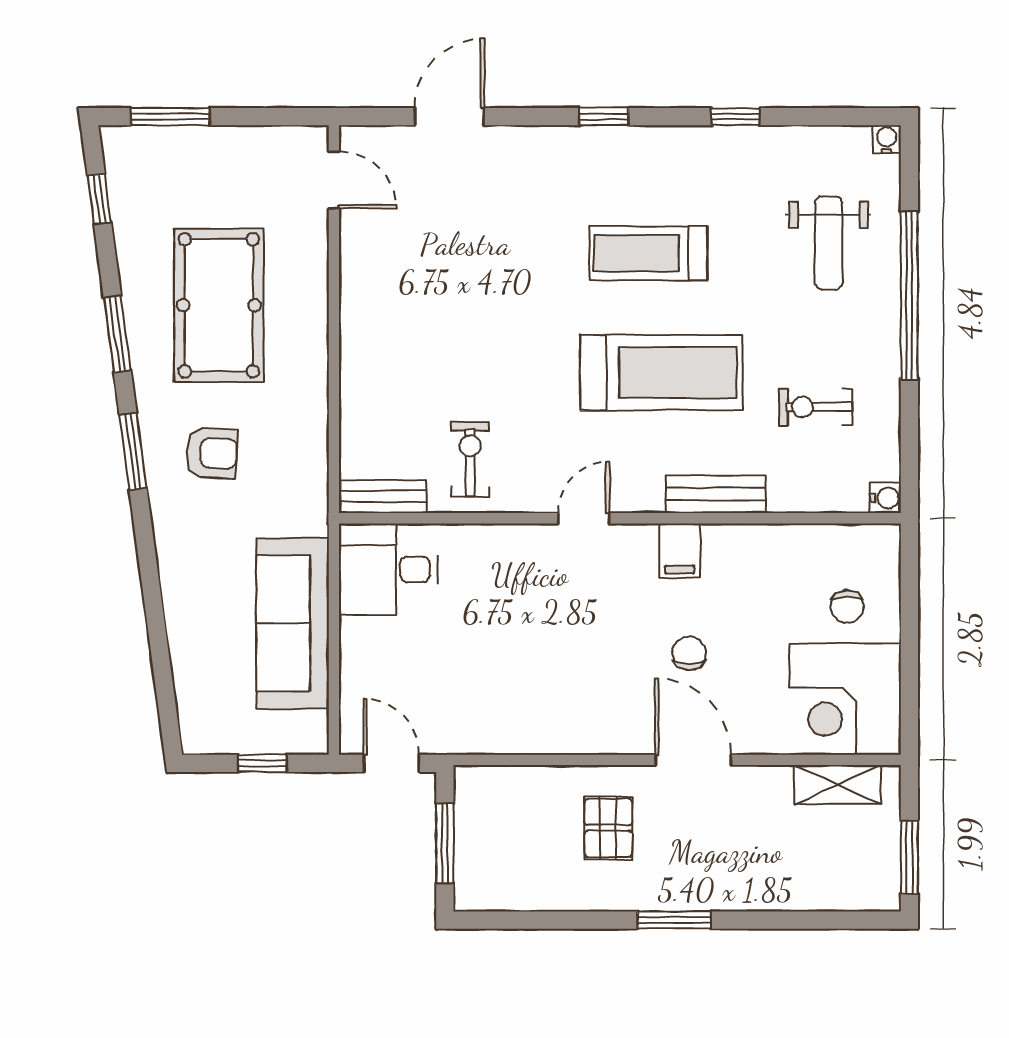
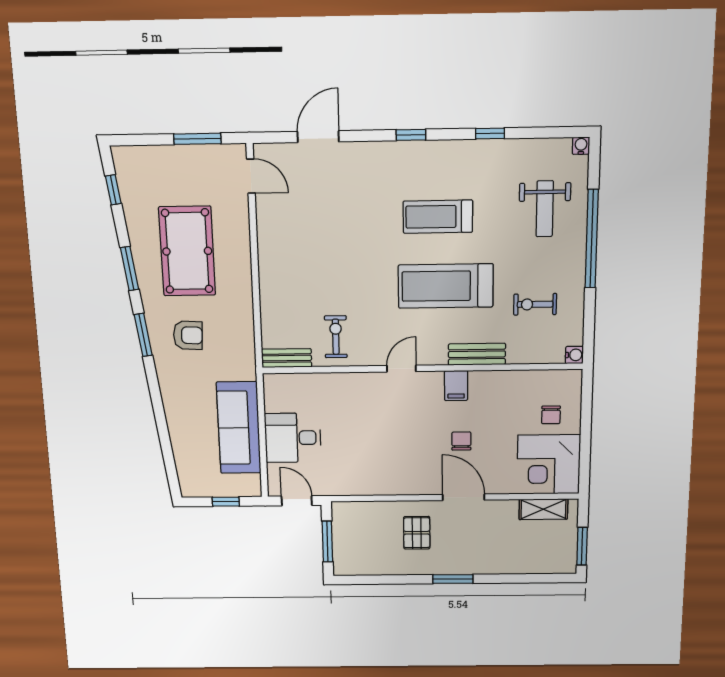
window: (170, 117) -> (197, 139), moved
treadmill: (661, 373) -> (446, 286), turned 180
desk: (388, 569) -> (293, 438), moved

